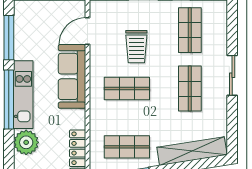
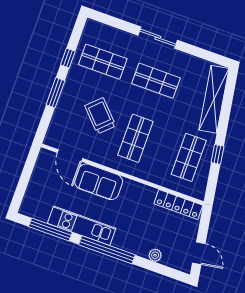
trolley: (136, 47) -> (100, 116), turned -134
sofa: (72, 76) -> (99, 182), width x0.73
kitchen unit: (23, 95) -> (82, 226), moved
plant: (26, 142) -> (155, 255), width x0.53, depth x0.53

